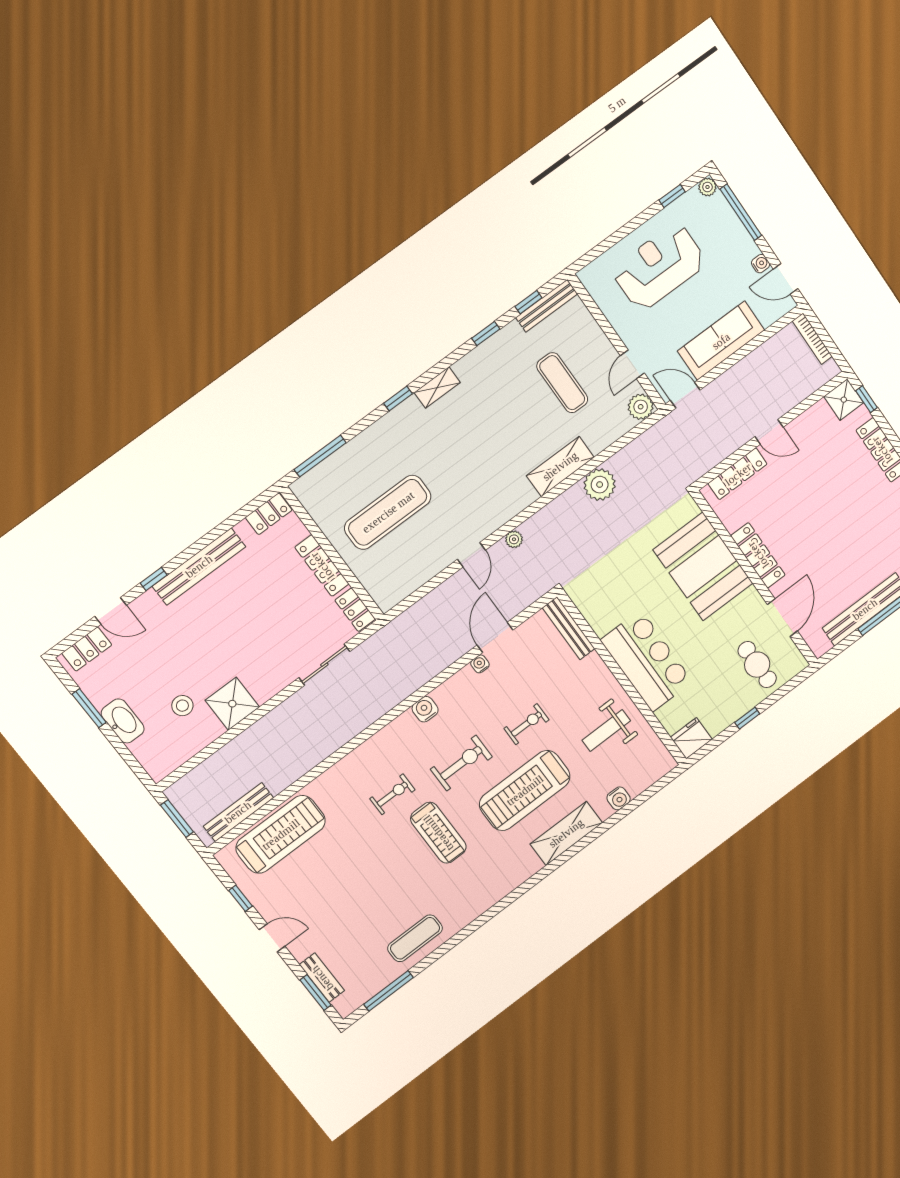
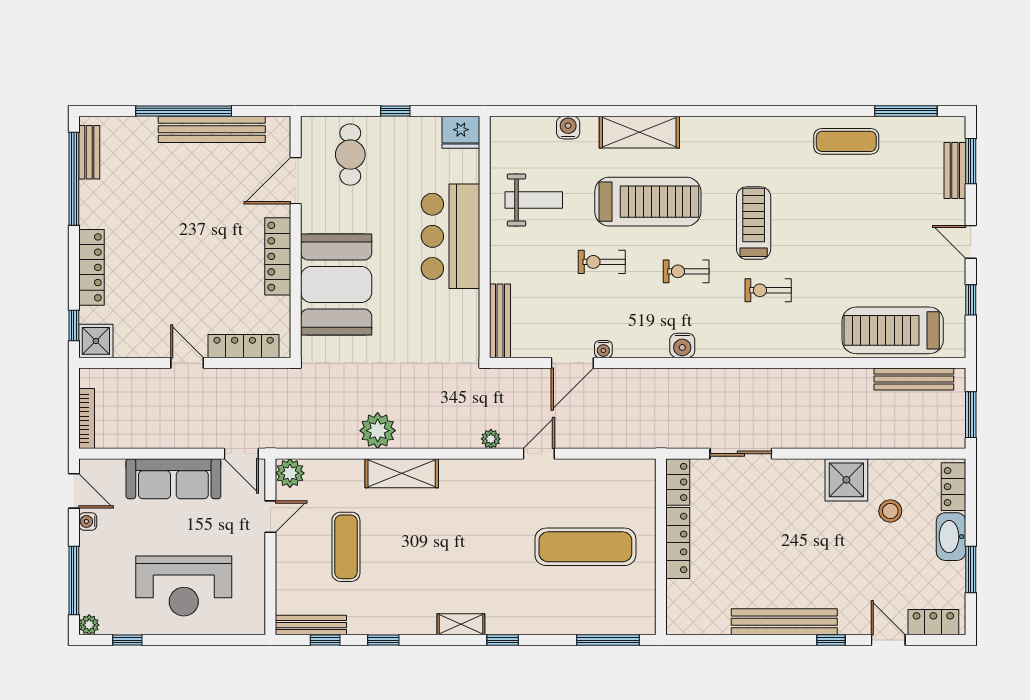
locker: (269, 514) -> (954, 487), moved, turned -90
exercise bike: (461, 763) -> (686, 271), width x0.73, depth x0.72

